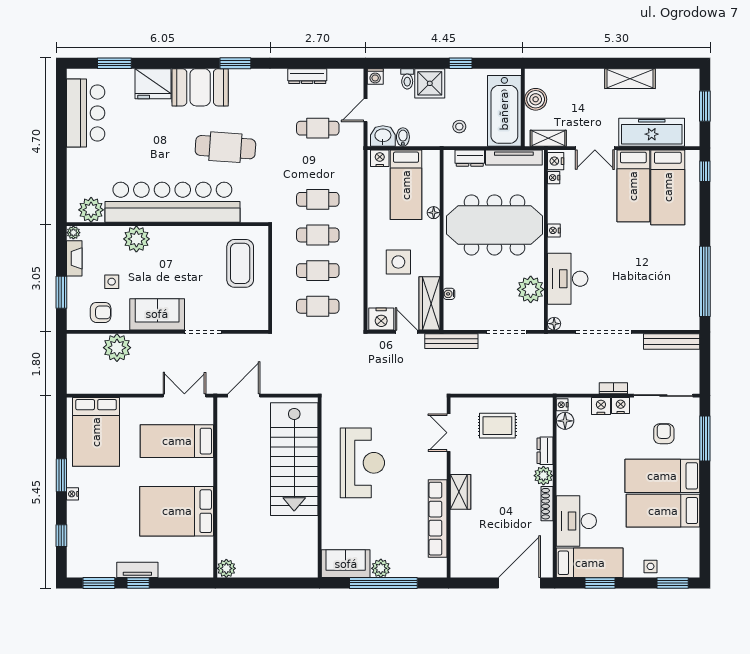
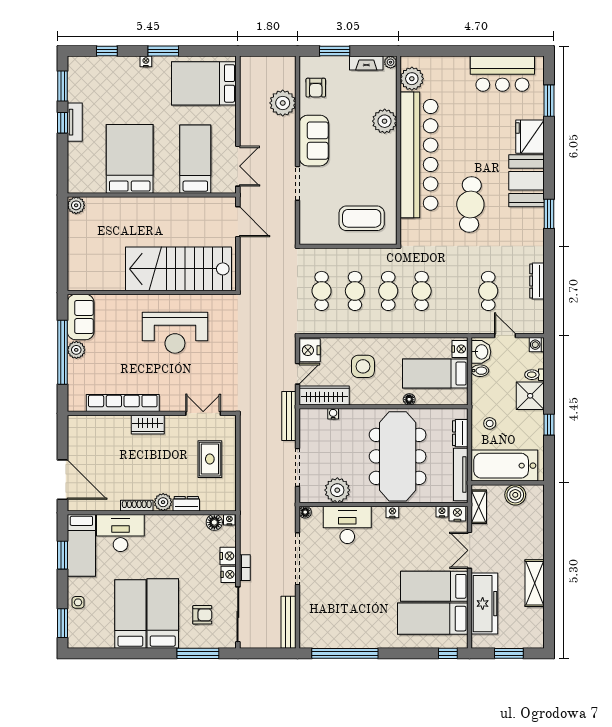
side table: (112, 282) -> (345, 98), removed

